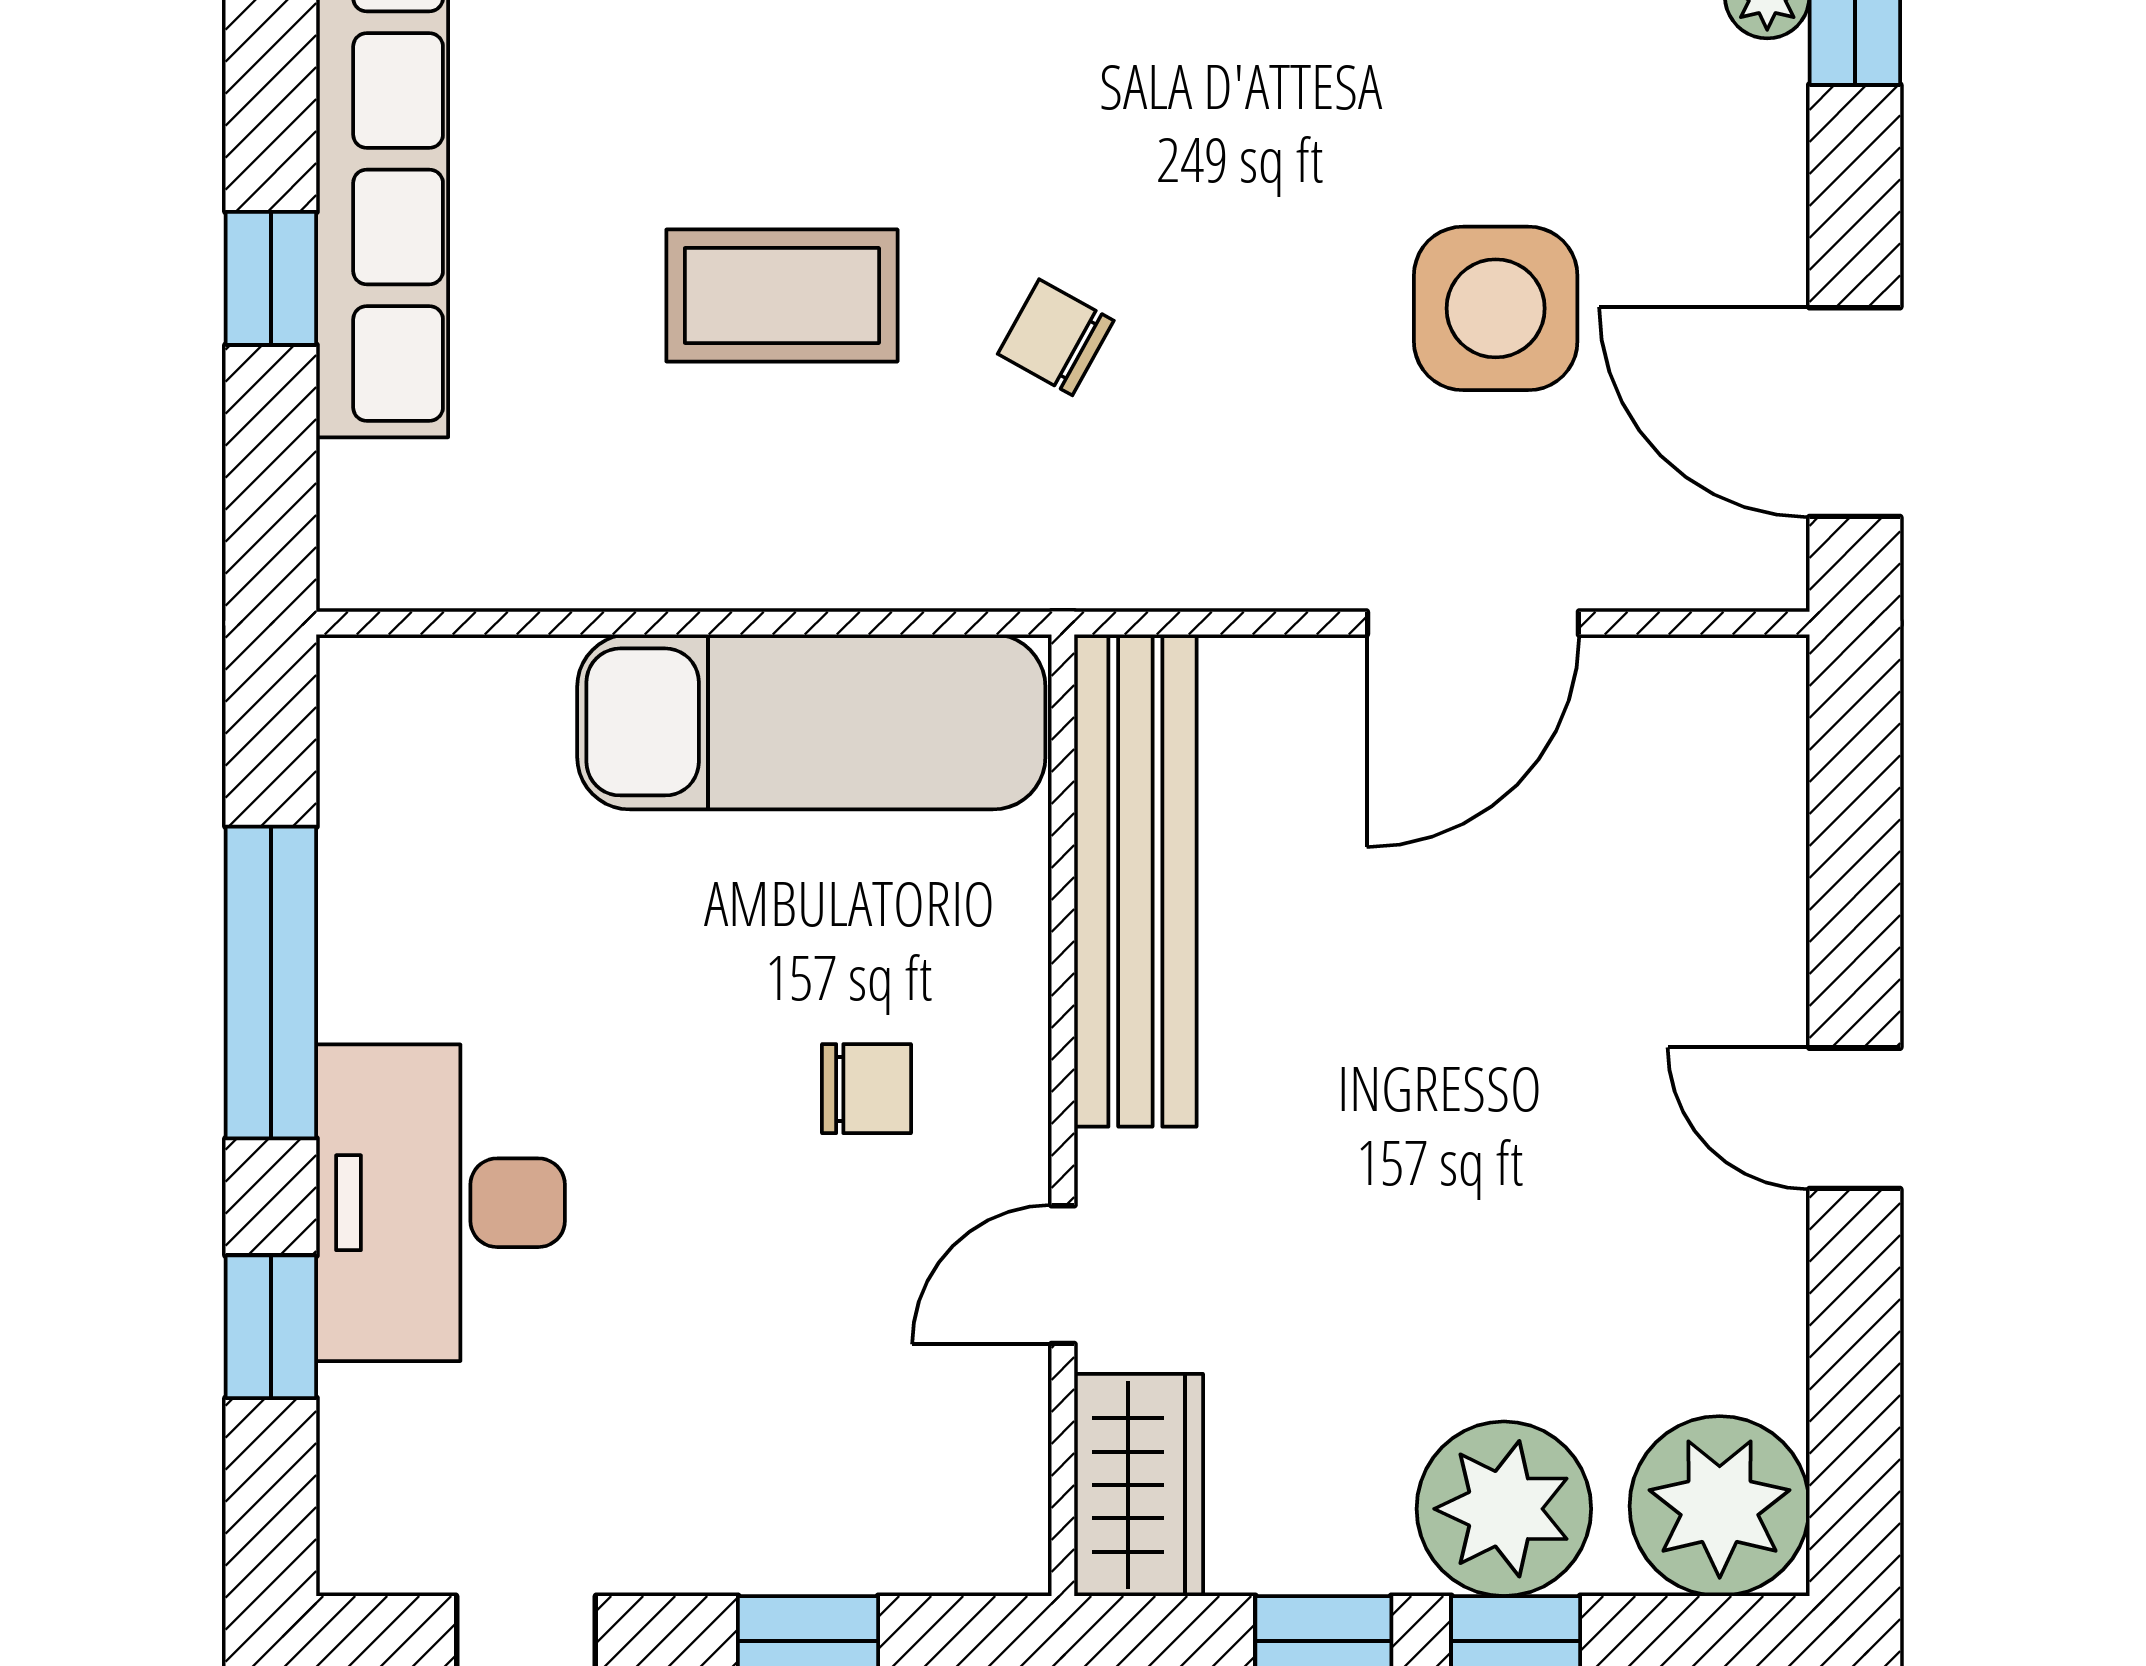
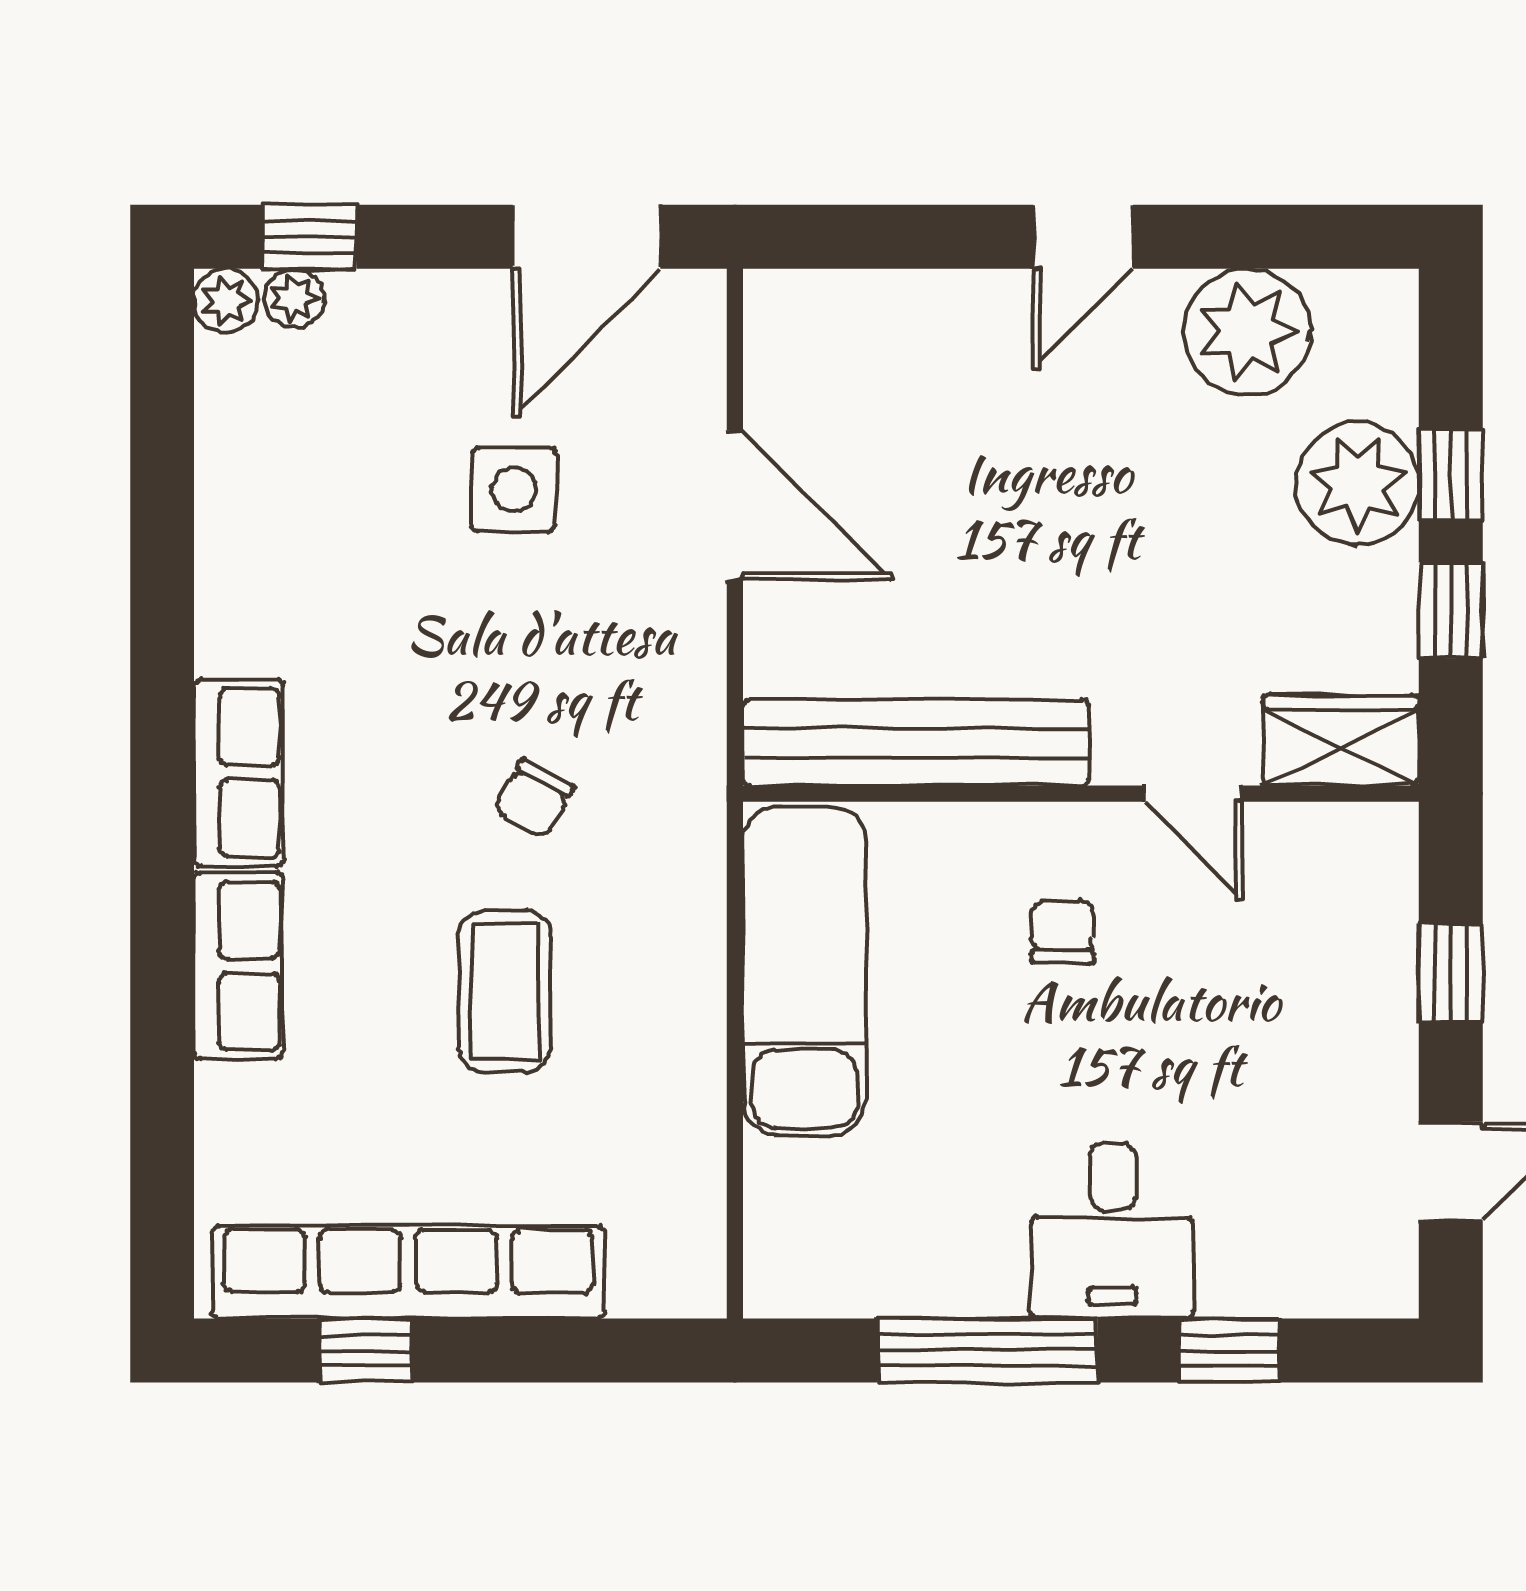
window: (271, 278) -> (366, 1350), moved
side table: (1496, 308) -> (514, 489), width x0.73, depth x0.73
desk: (441, 1203) -> (1112, 1231), width x0.73
plant: (1720, 1506) -> (1247, 332), moved

